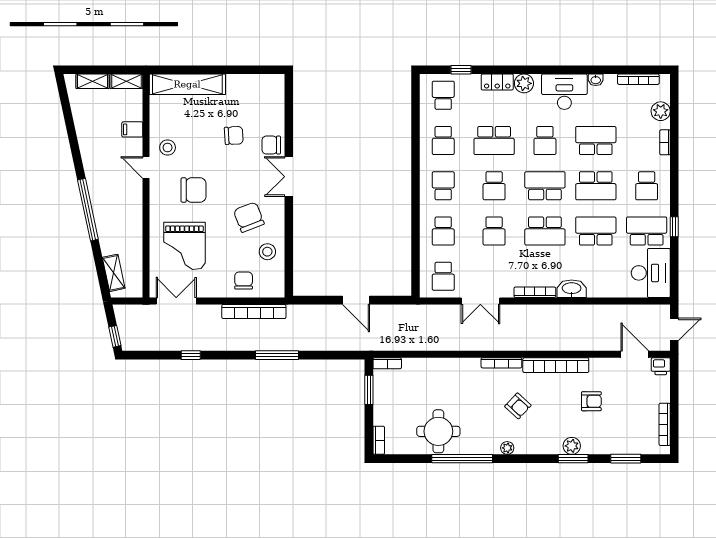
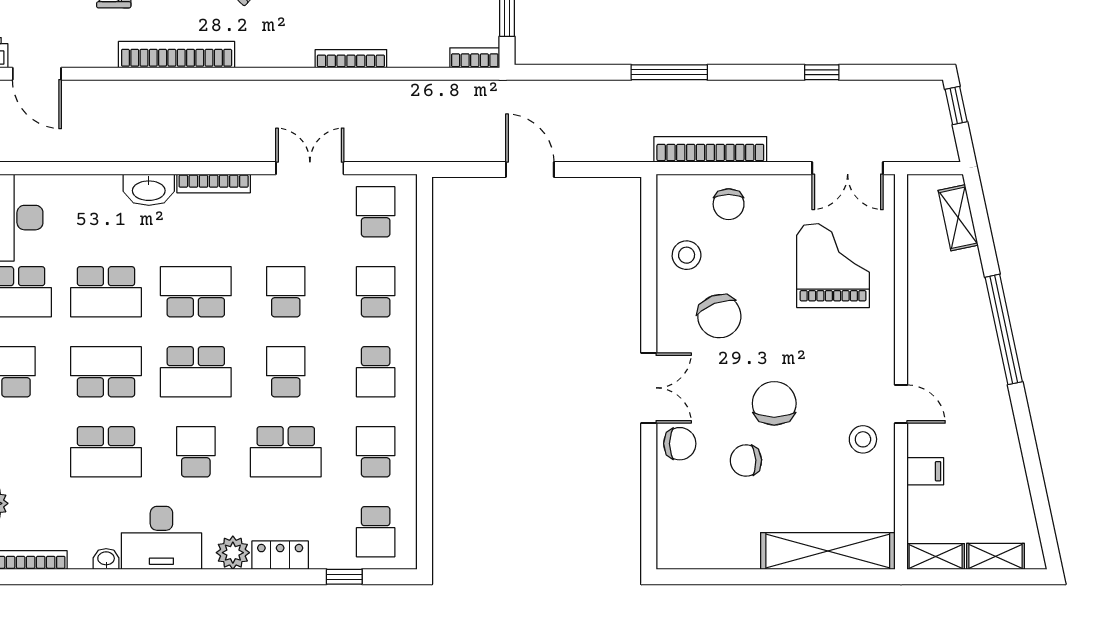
school desk: (494, 140) -> (286, 452), turned 180
chair: (193, 190) -> (774, 403), moved, turned 90
bookcase: (501, 363) -> (351, 59), moved

